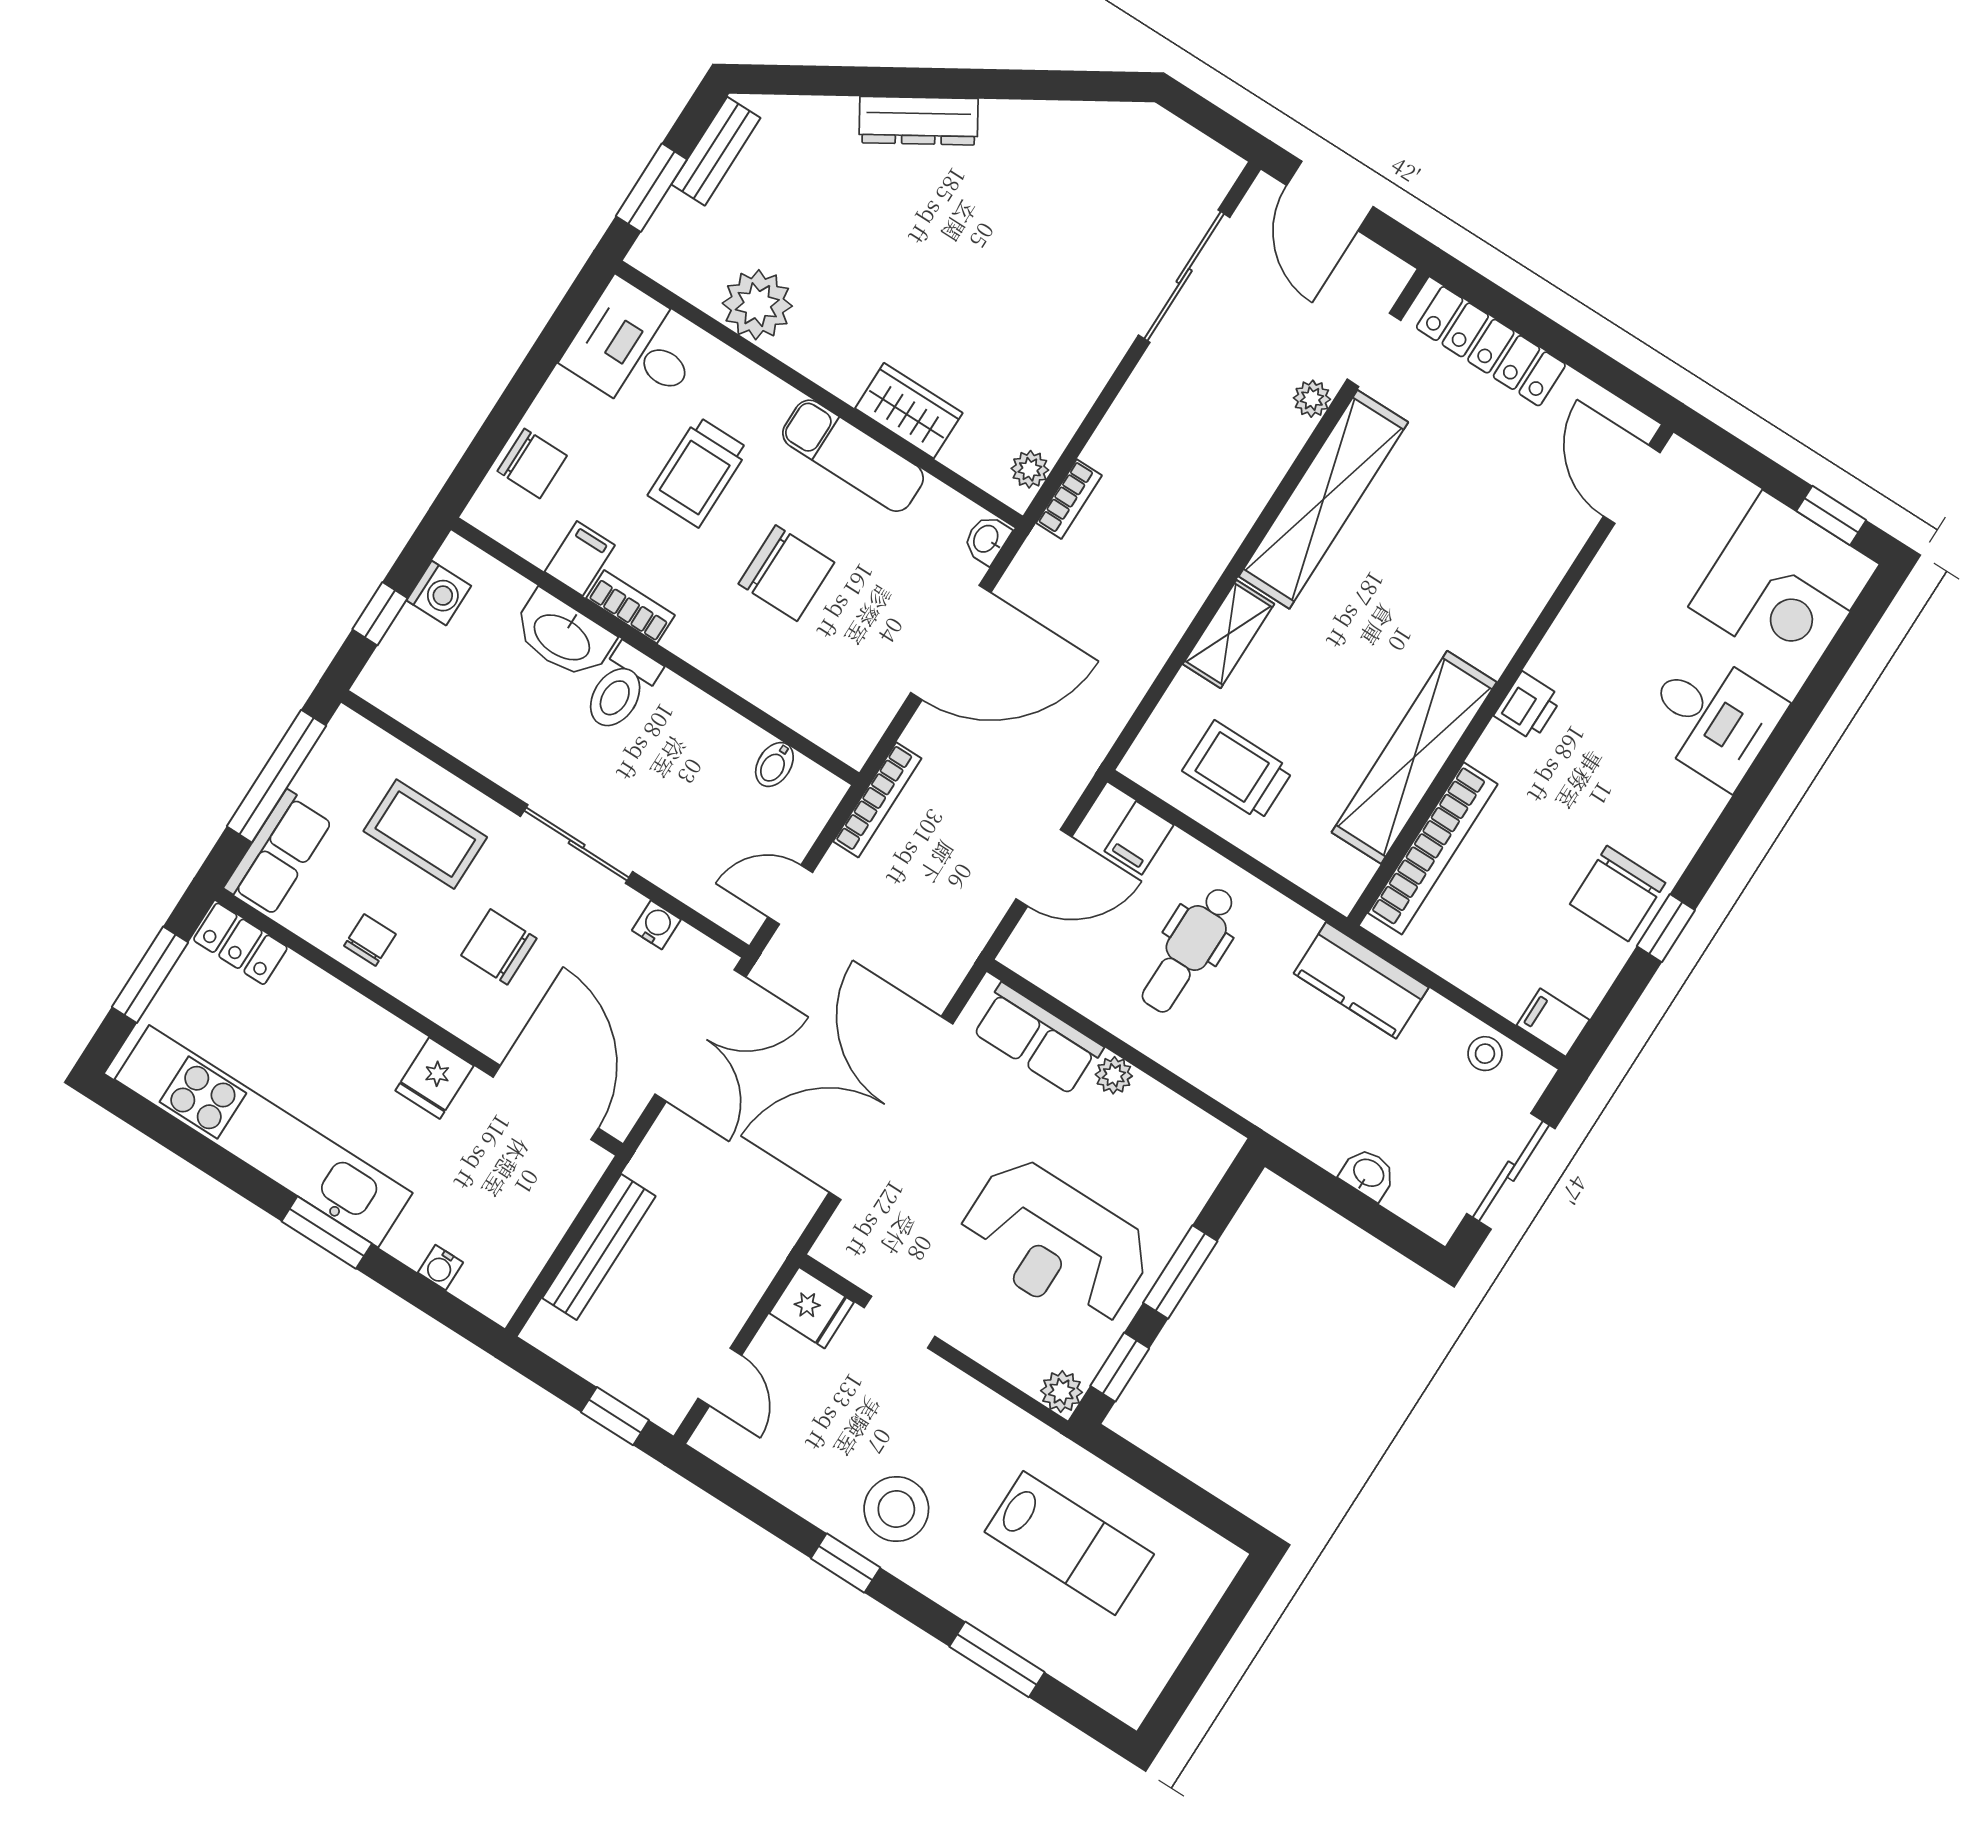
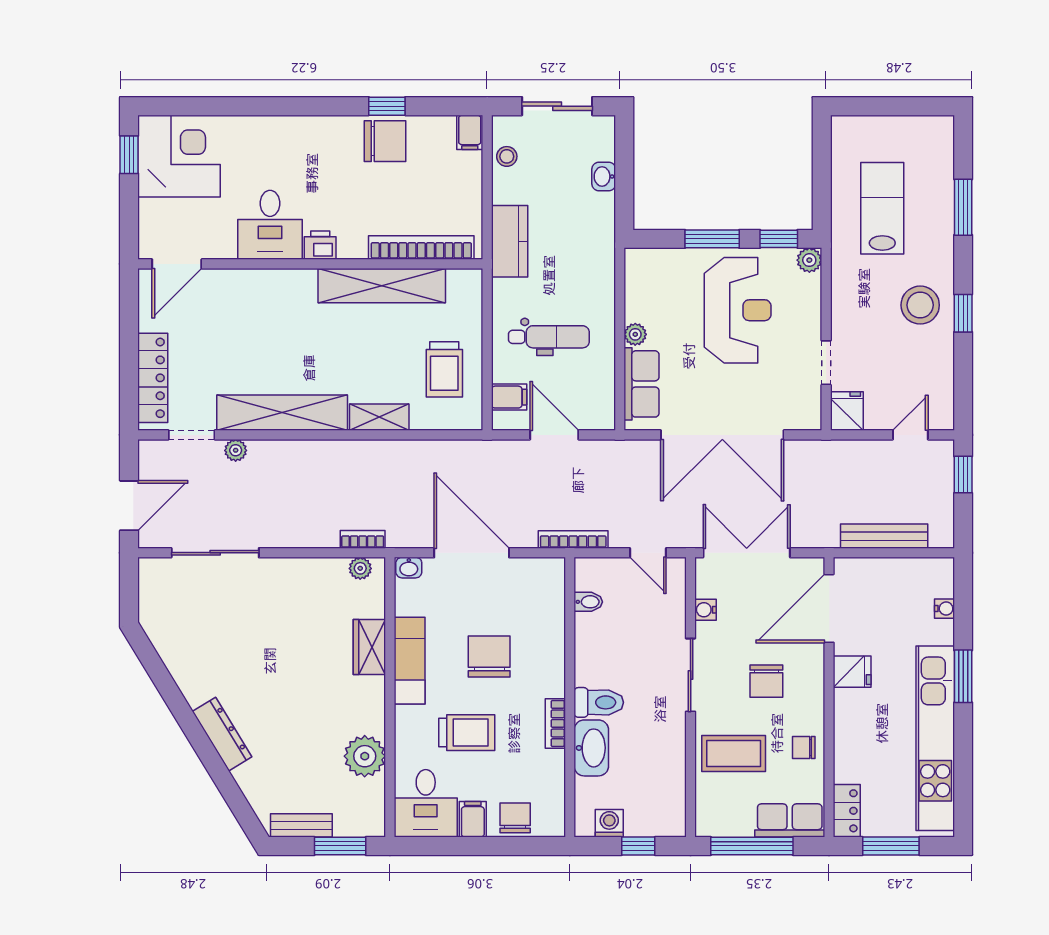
filing cabinet: (580, 559) -> (473, 819), moved, turned 90
desk: (1713, 718) -> (270, 225), moved, turned 180
coffee table: (425, 834) -> (734, 754), turned 90

